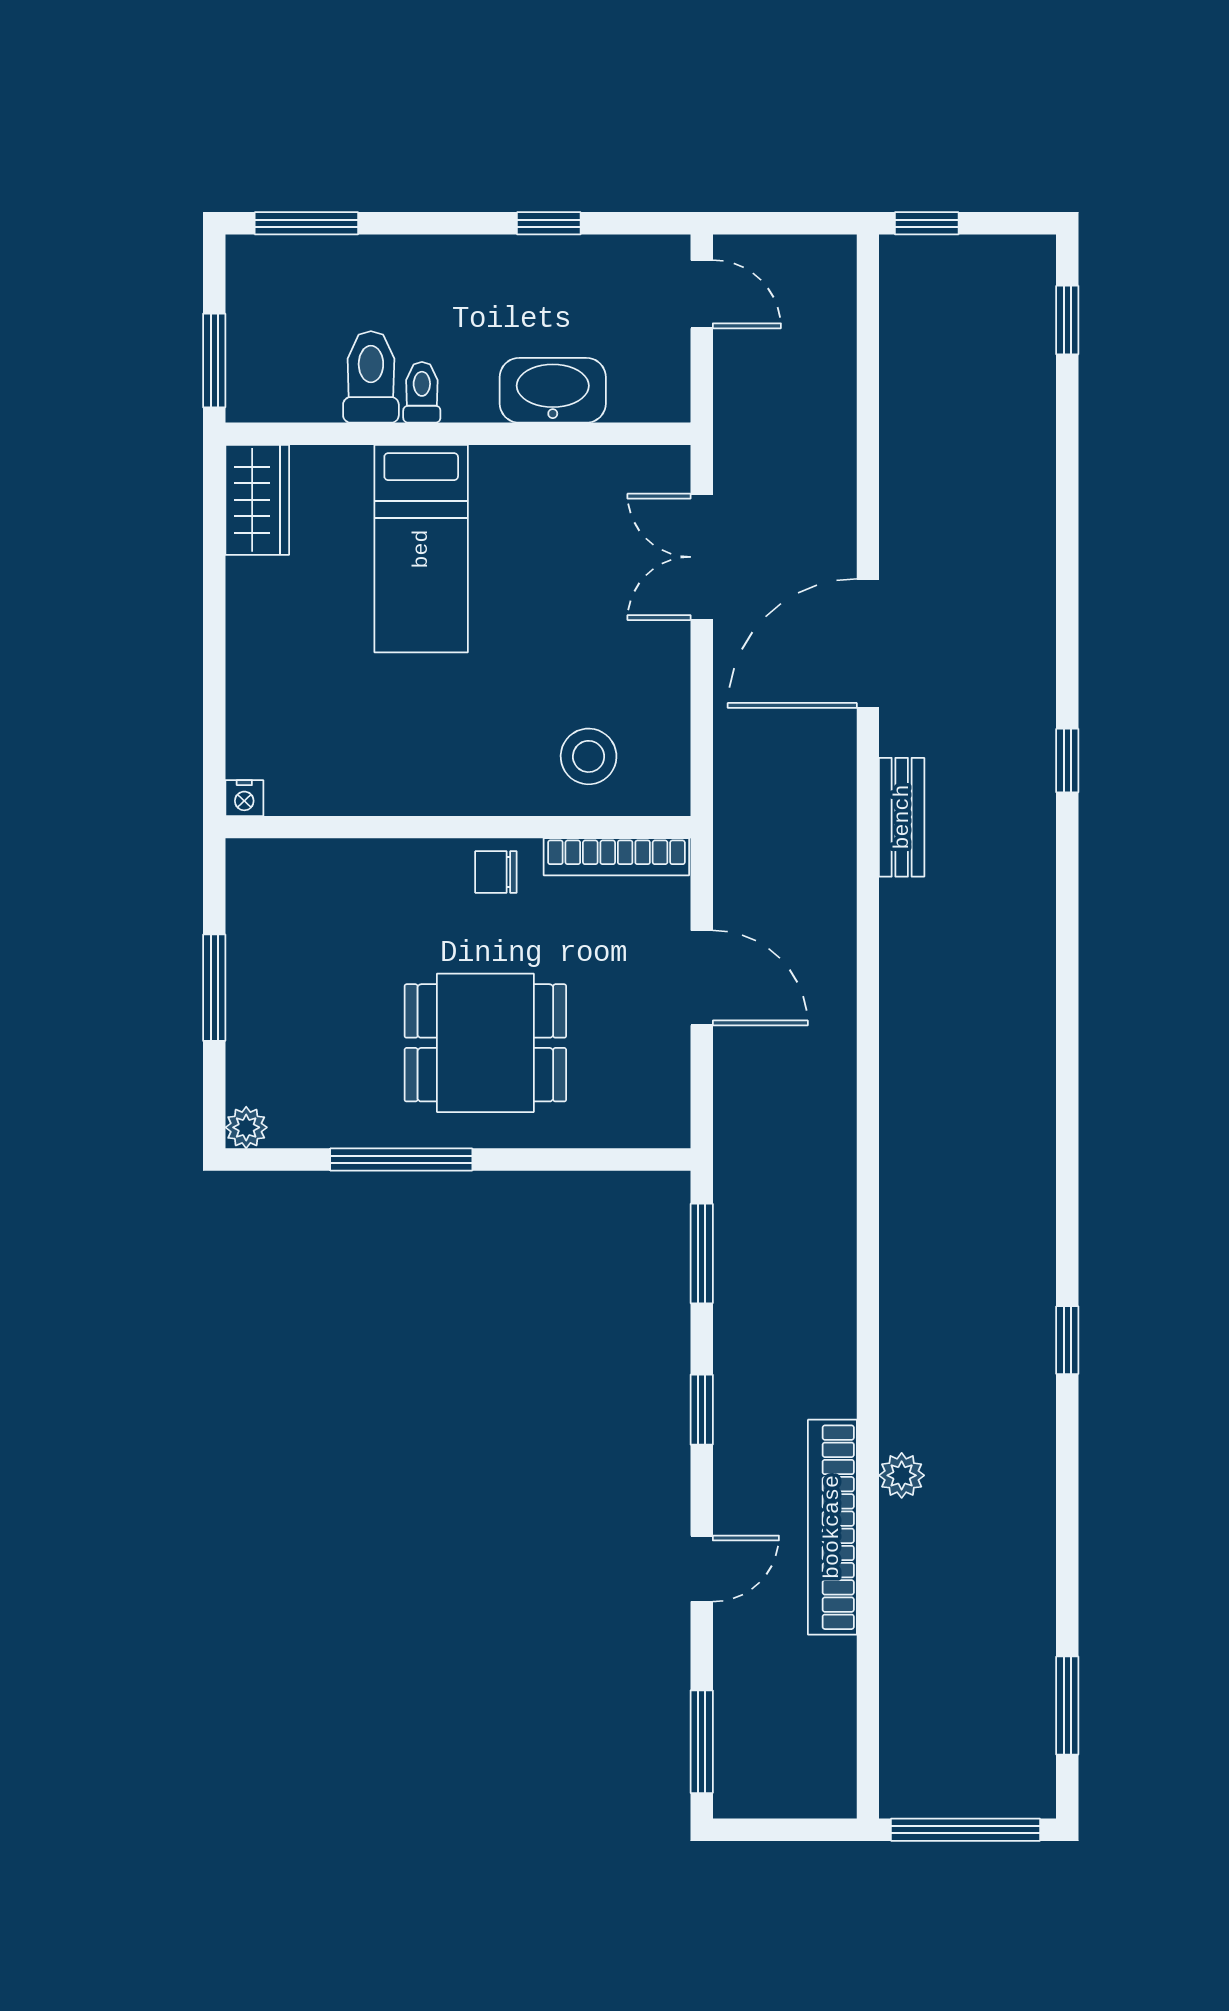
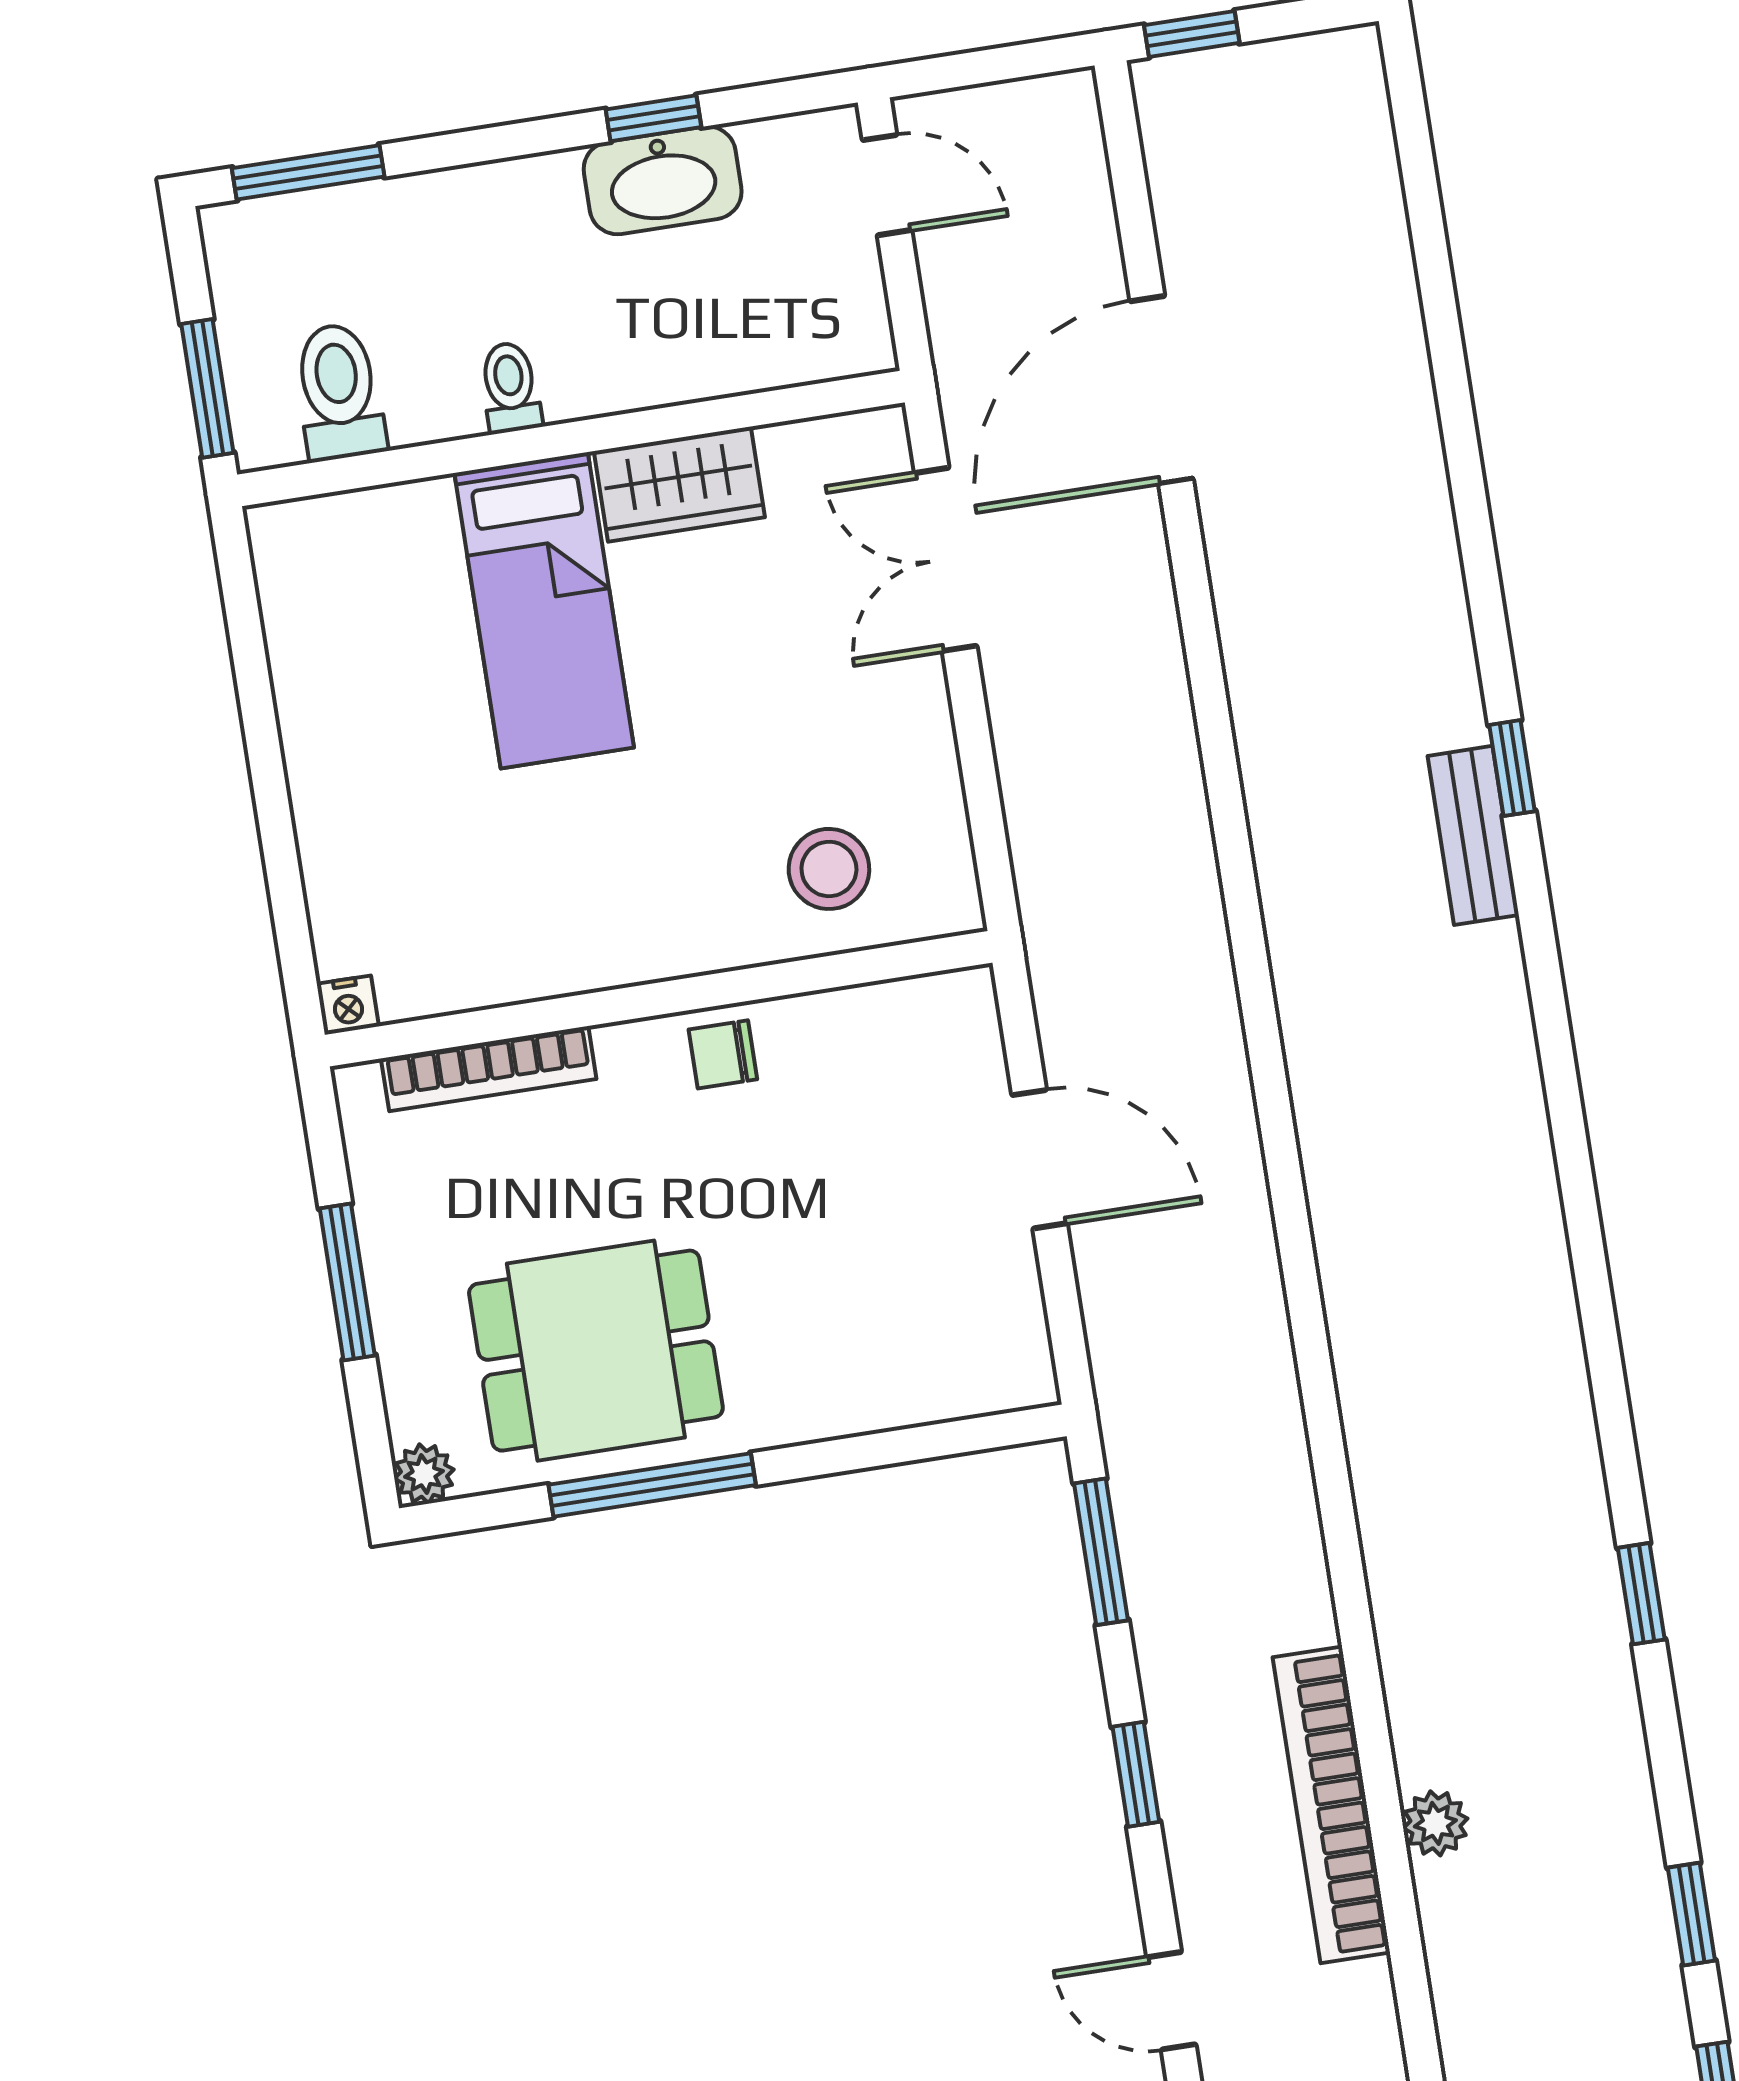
window: (1067, 320) -> (1691, 1914), moved
toilet: (371, 377) -> (339, 392), moved
washbasin: (553, 390) -> (663, 180), moved, turned 180
wardrobe: (257, 500) -> (679, 484), moved, turned 90
door: (868, 643) -> (1162, 390), moved
bench: (902, 817) -> (1473, 835), moved
bookcase: (616, 857) -> (489, 1069), moved
dining table: (485, 1043) -> (596, 1351), moved
bookcase: (832, 1527) -> (1331, 1805), moved
door: (702, 1569) -> (1171, 2001), swing flipped

